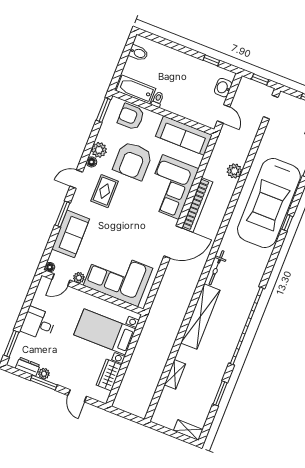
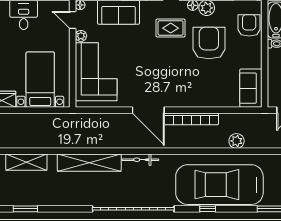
sofa: (184, 136) -> (251, 88), width x0.73
armchair: (133, 161) -> (209, 43), turned 90
corner sofa: (171, 187) -> (198, 88), removed
garage door: (247, 326) -> (133, 209), moved
shelving: (175, 374) -> (26, 162), width x1.50, depth x1.33

